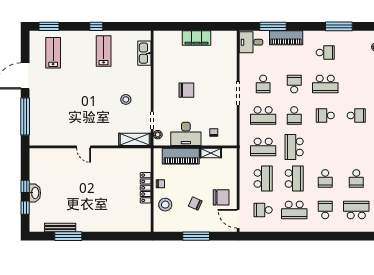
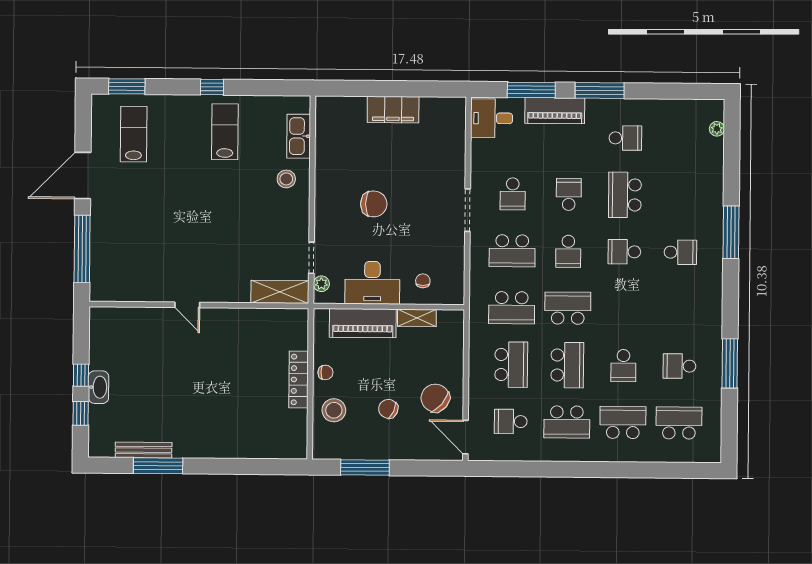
window: (339, 26) -> (600, 90), moved
school desk: (325, 84) -> (625, 195), turned 90
stool: (126, 99) -> (286, 179), moved
school desk: (294, 147) -> (568, 308), turned 90
school desk: (356, 178) -> (679, 366), turned 90
chair: (221, 197) -> (435, 398), turned -140
school desk: (325, 210) -> (623, 422), width x1.85
window: (196, 236) -> (365, 467), moved

